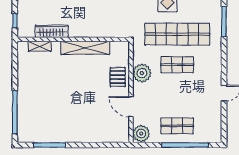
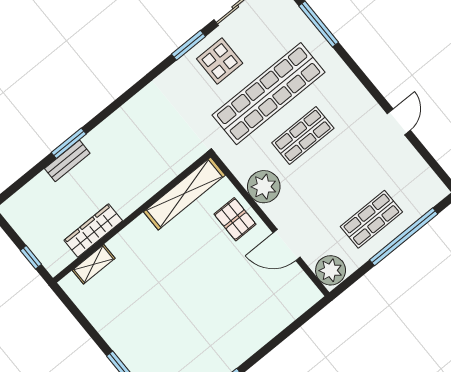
shelving: (85, 48) -> (184, 193), moved

